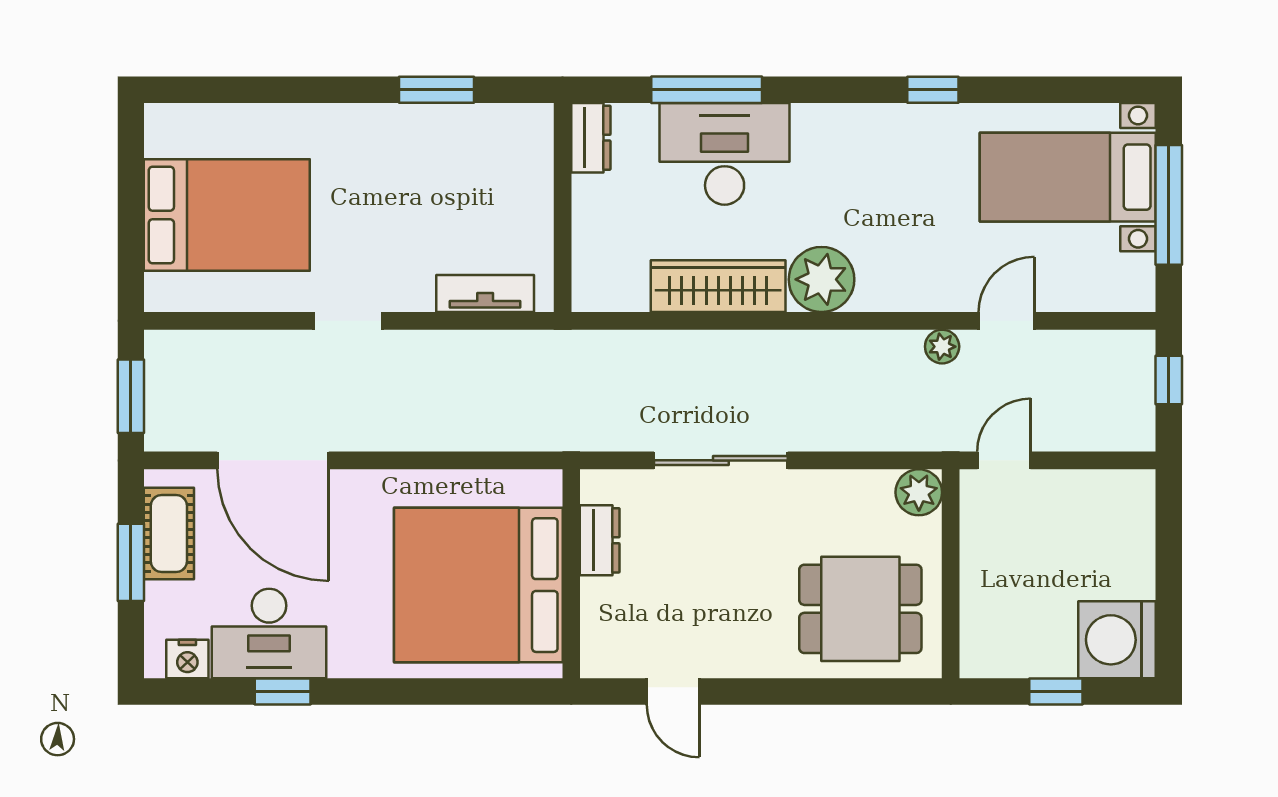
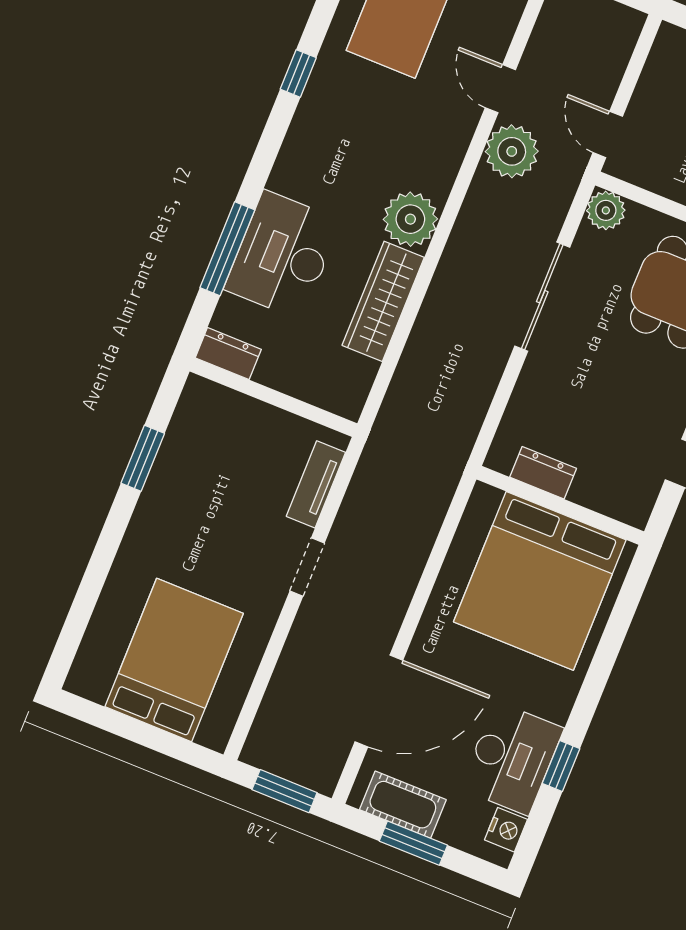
doorway: (348, 321) -> (307, 567), moved
plant: (942, 347) -> (512, 151), width x1.87, depth x1.87
sliding door: (721, 460) -> (542, 297), moved

